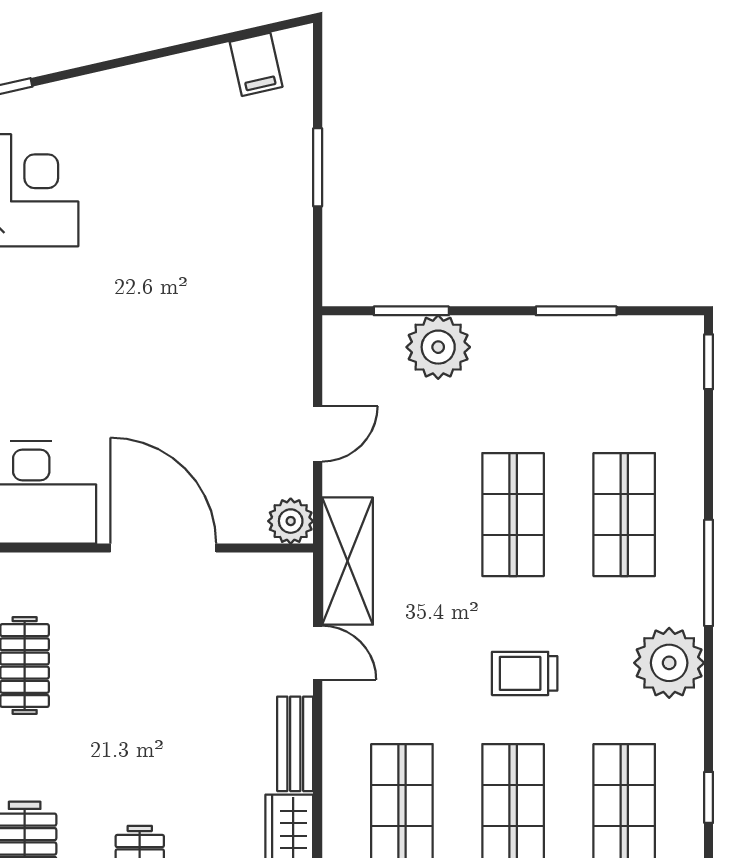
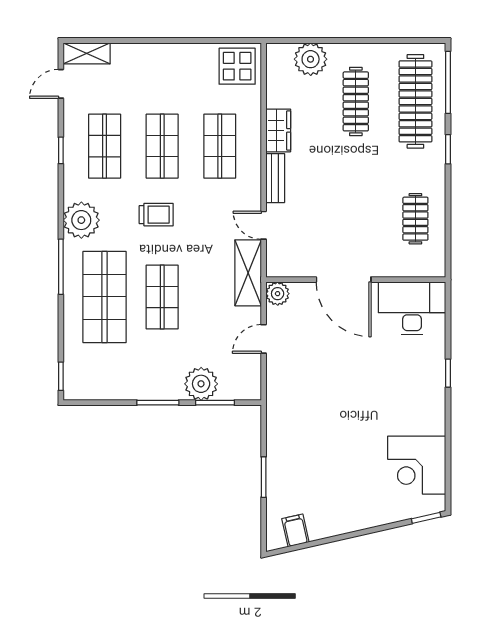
window: (576, 311) -> (158, 403), moved
shop shelf: (624, 515) -> (105, 297), width x1.43, depth x1.36

